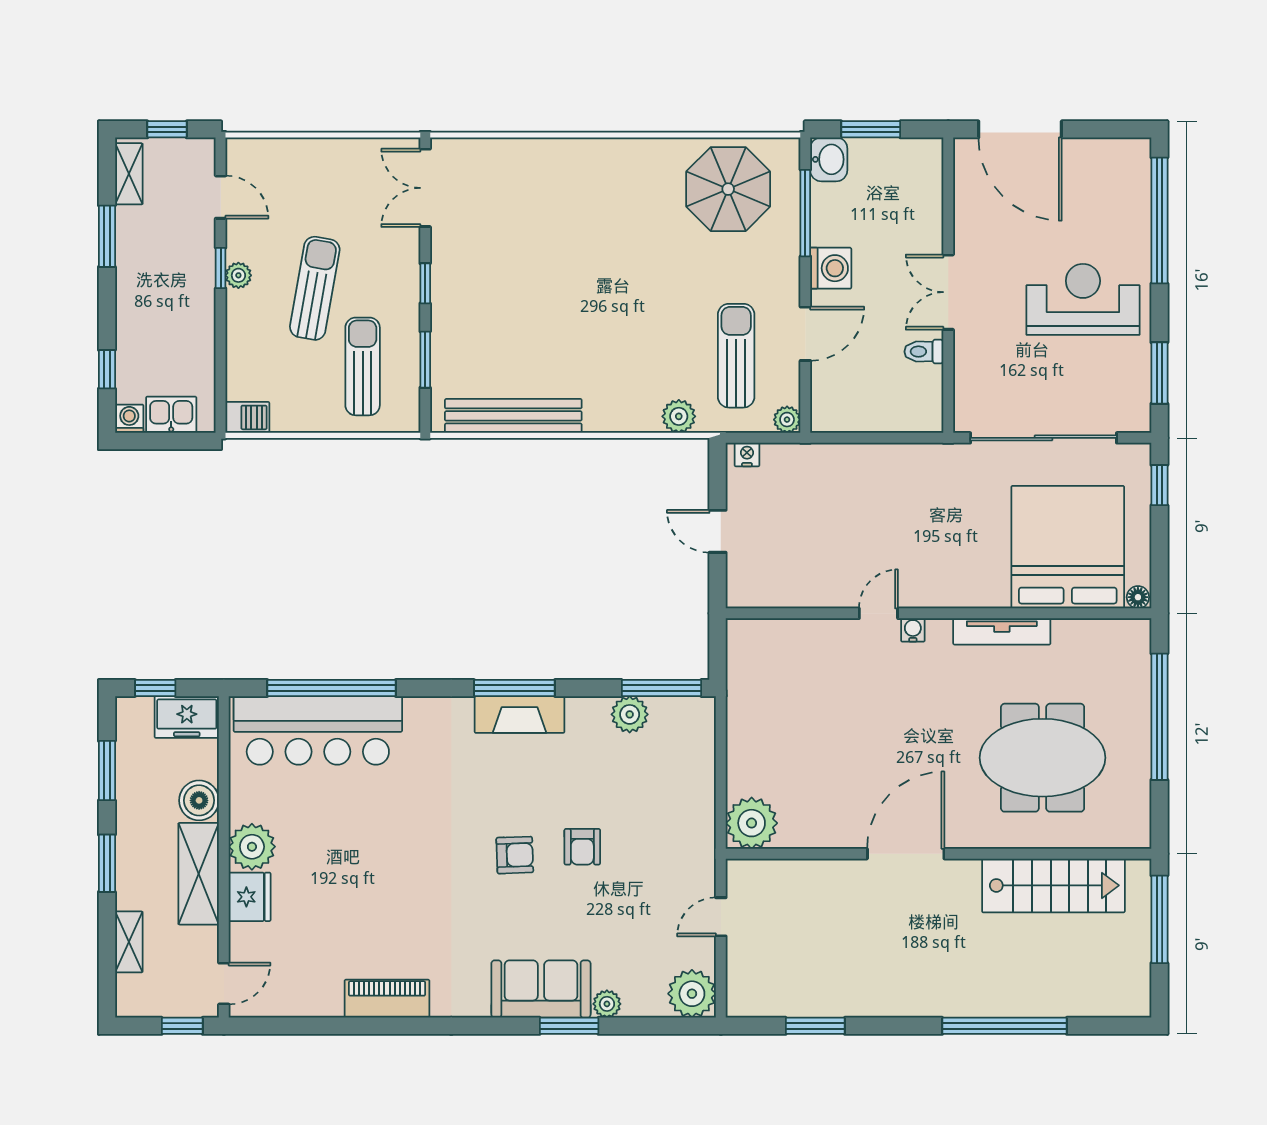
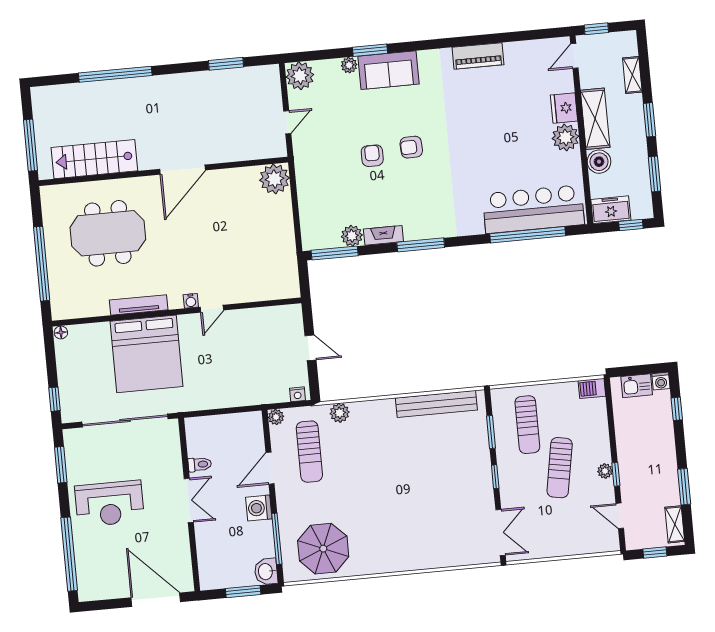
bed: (1068, 547) -> (147, 354), moved
fireplace: (520, 715) -> (383, 235), moved, width x0.73, depth x0.76

